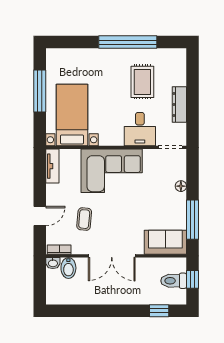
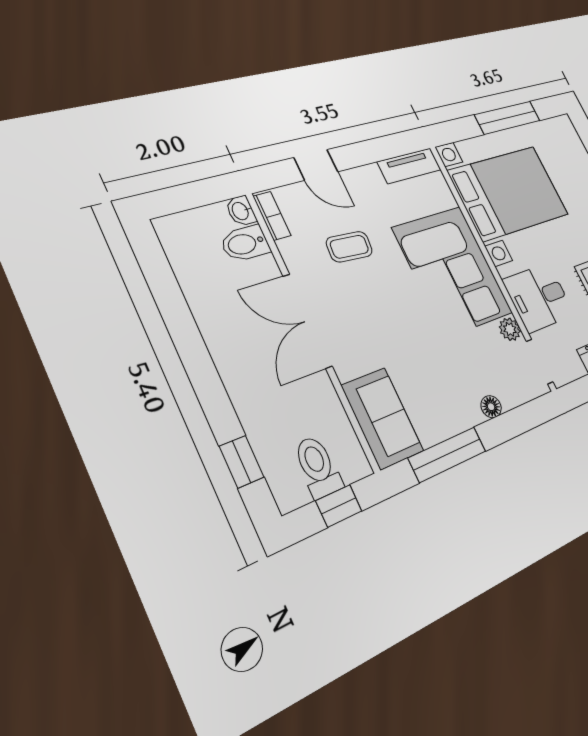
bed with nightstands: (72, 115) -> (509, 193), width x1.36
plant: (150, 155) -> (510, 329), added

